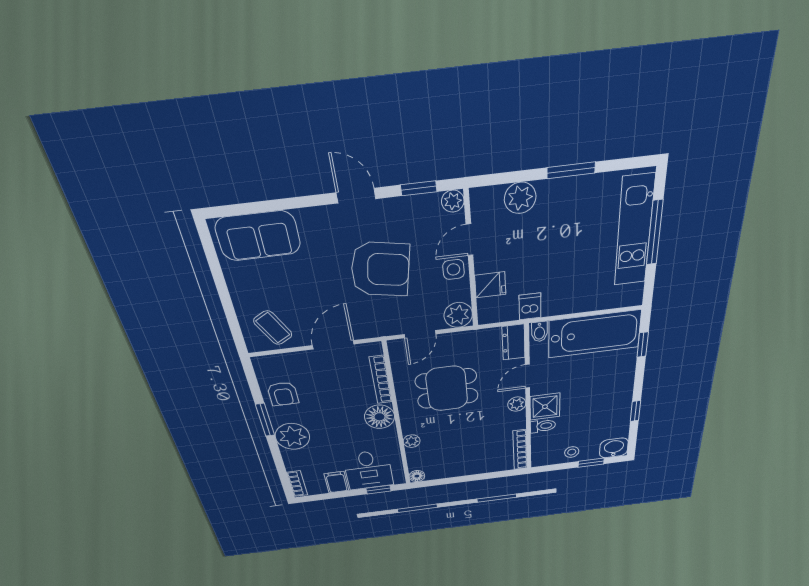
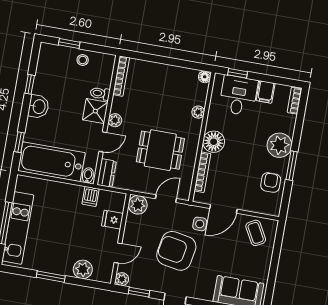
side table: (453, 269) -> (200, 224), moved
washbasin: (614, 448) -> (39, 107), moved, turned -90

